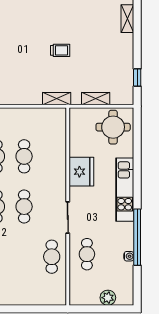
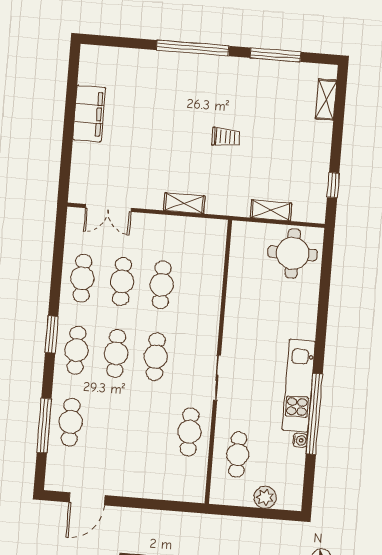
shelving: (57, 99) -> (184, 203), moved
fridge: (81, 172) -> (242, 313), removed
kitchen unit: (125, 190) -> (299, 386), moved
cafe table: (87, 254) -> (238, 455), moved

